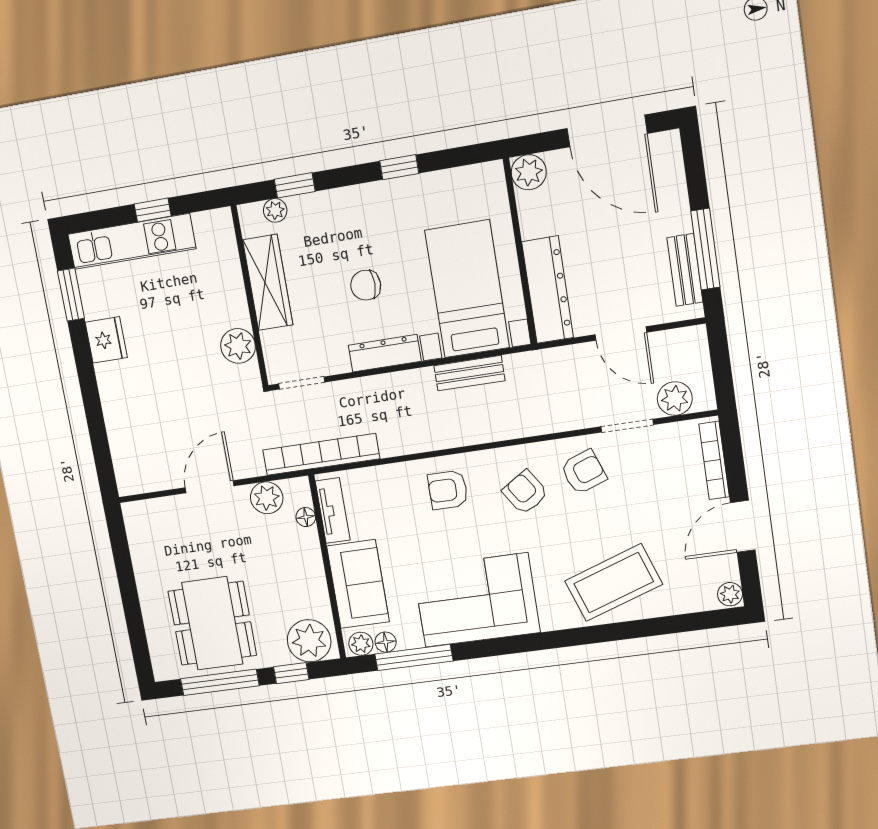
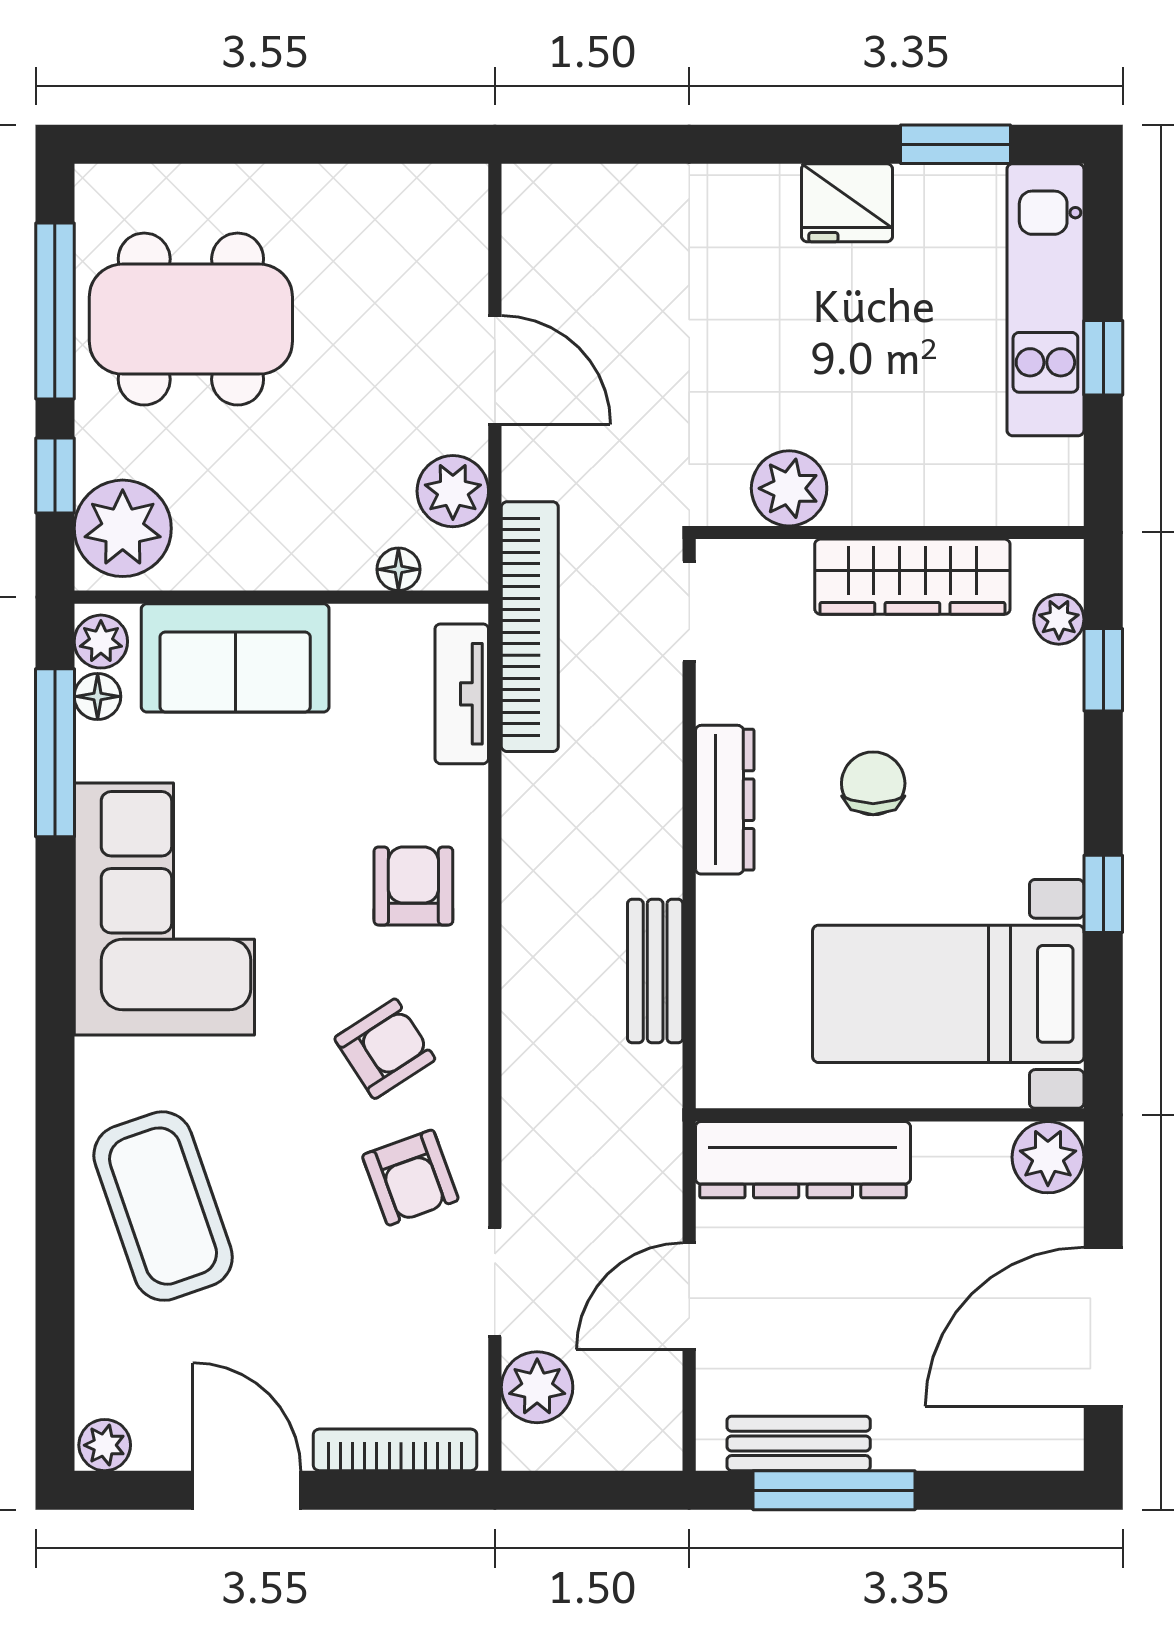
bed with nightstands: (467, 289) -> (948, 994), moved, turned 180
tv unit: (333, 511) -> (462, 694), moved, turned 90

